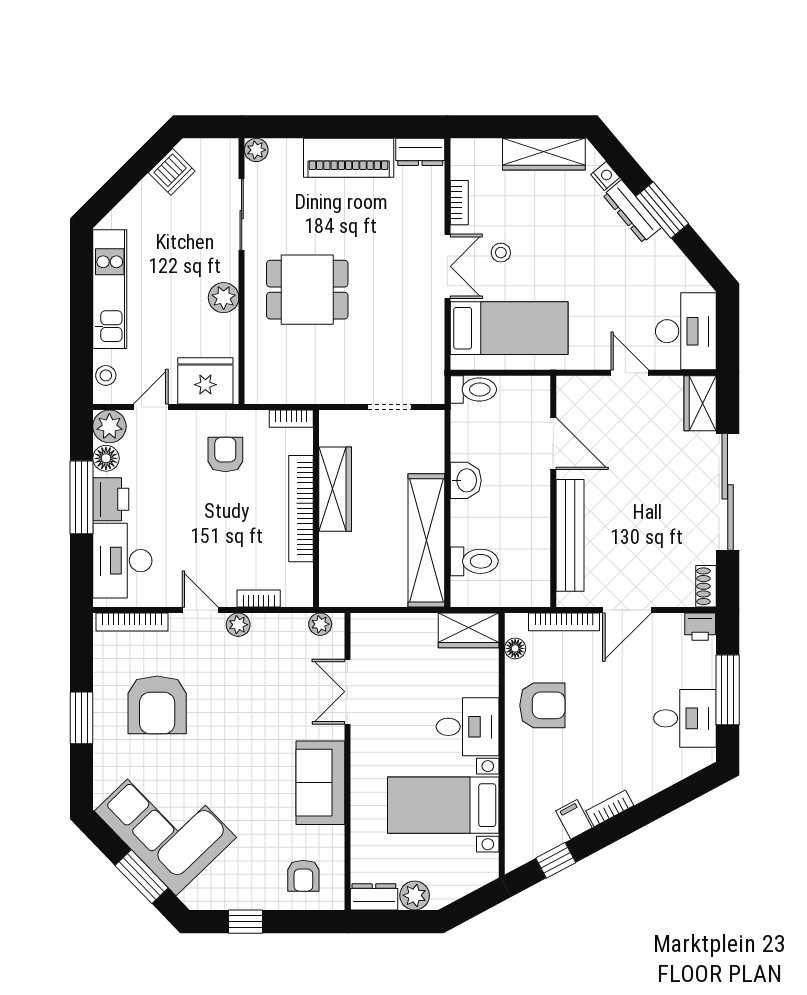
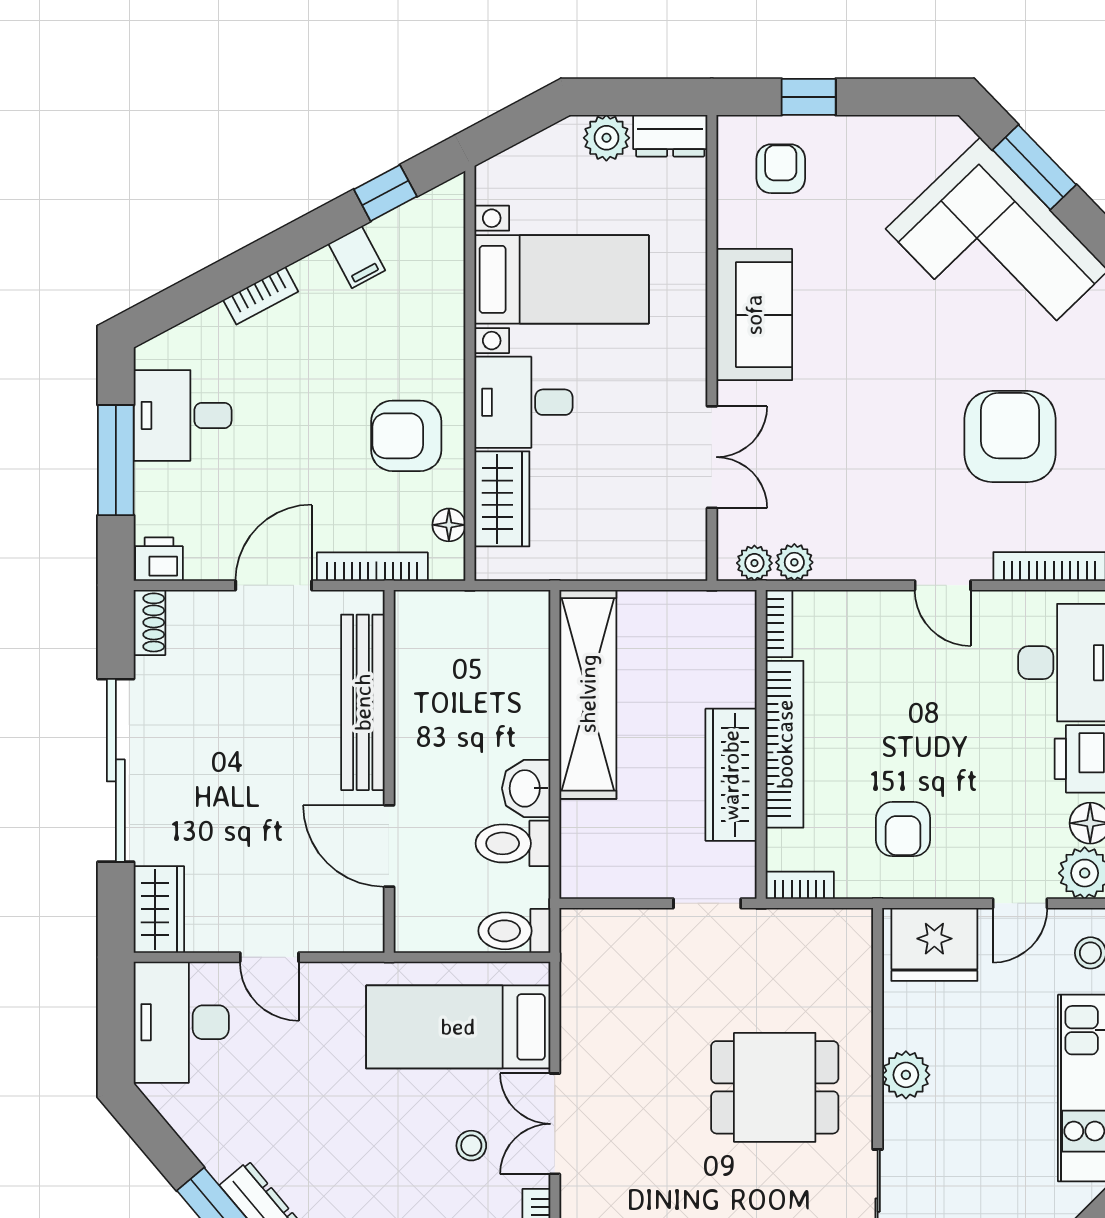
doorway: (389, 407) -> (707, 903), moved
toilet: (474, 561) -> (513, 843), moved
bookcase: (259, 599) -> (779, 623), moved, turned -90
plant: (238, 625) -> (794, 562), moved
wardrobe: (469, 630) -> (502, 499), moved, turned 90
bookcase: (610, 808) -> (261, 296), moved
window: (245, 922) -> (809, 97), moved

